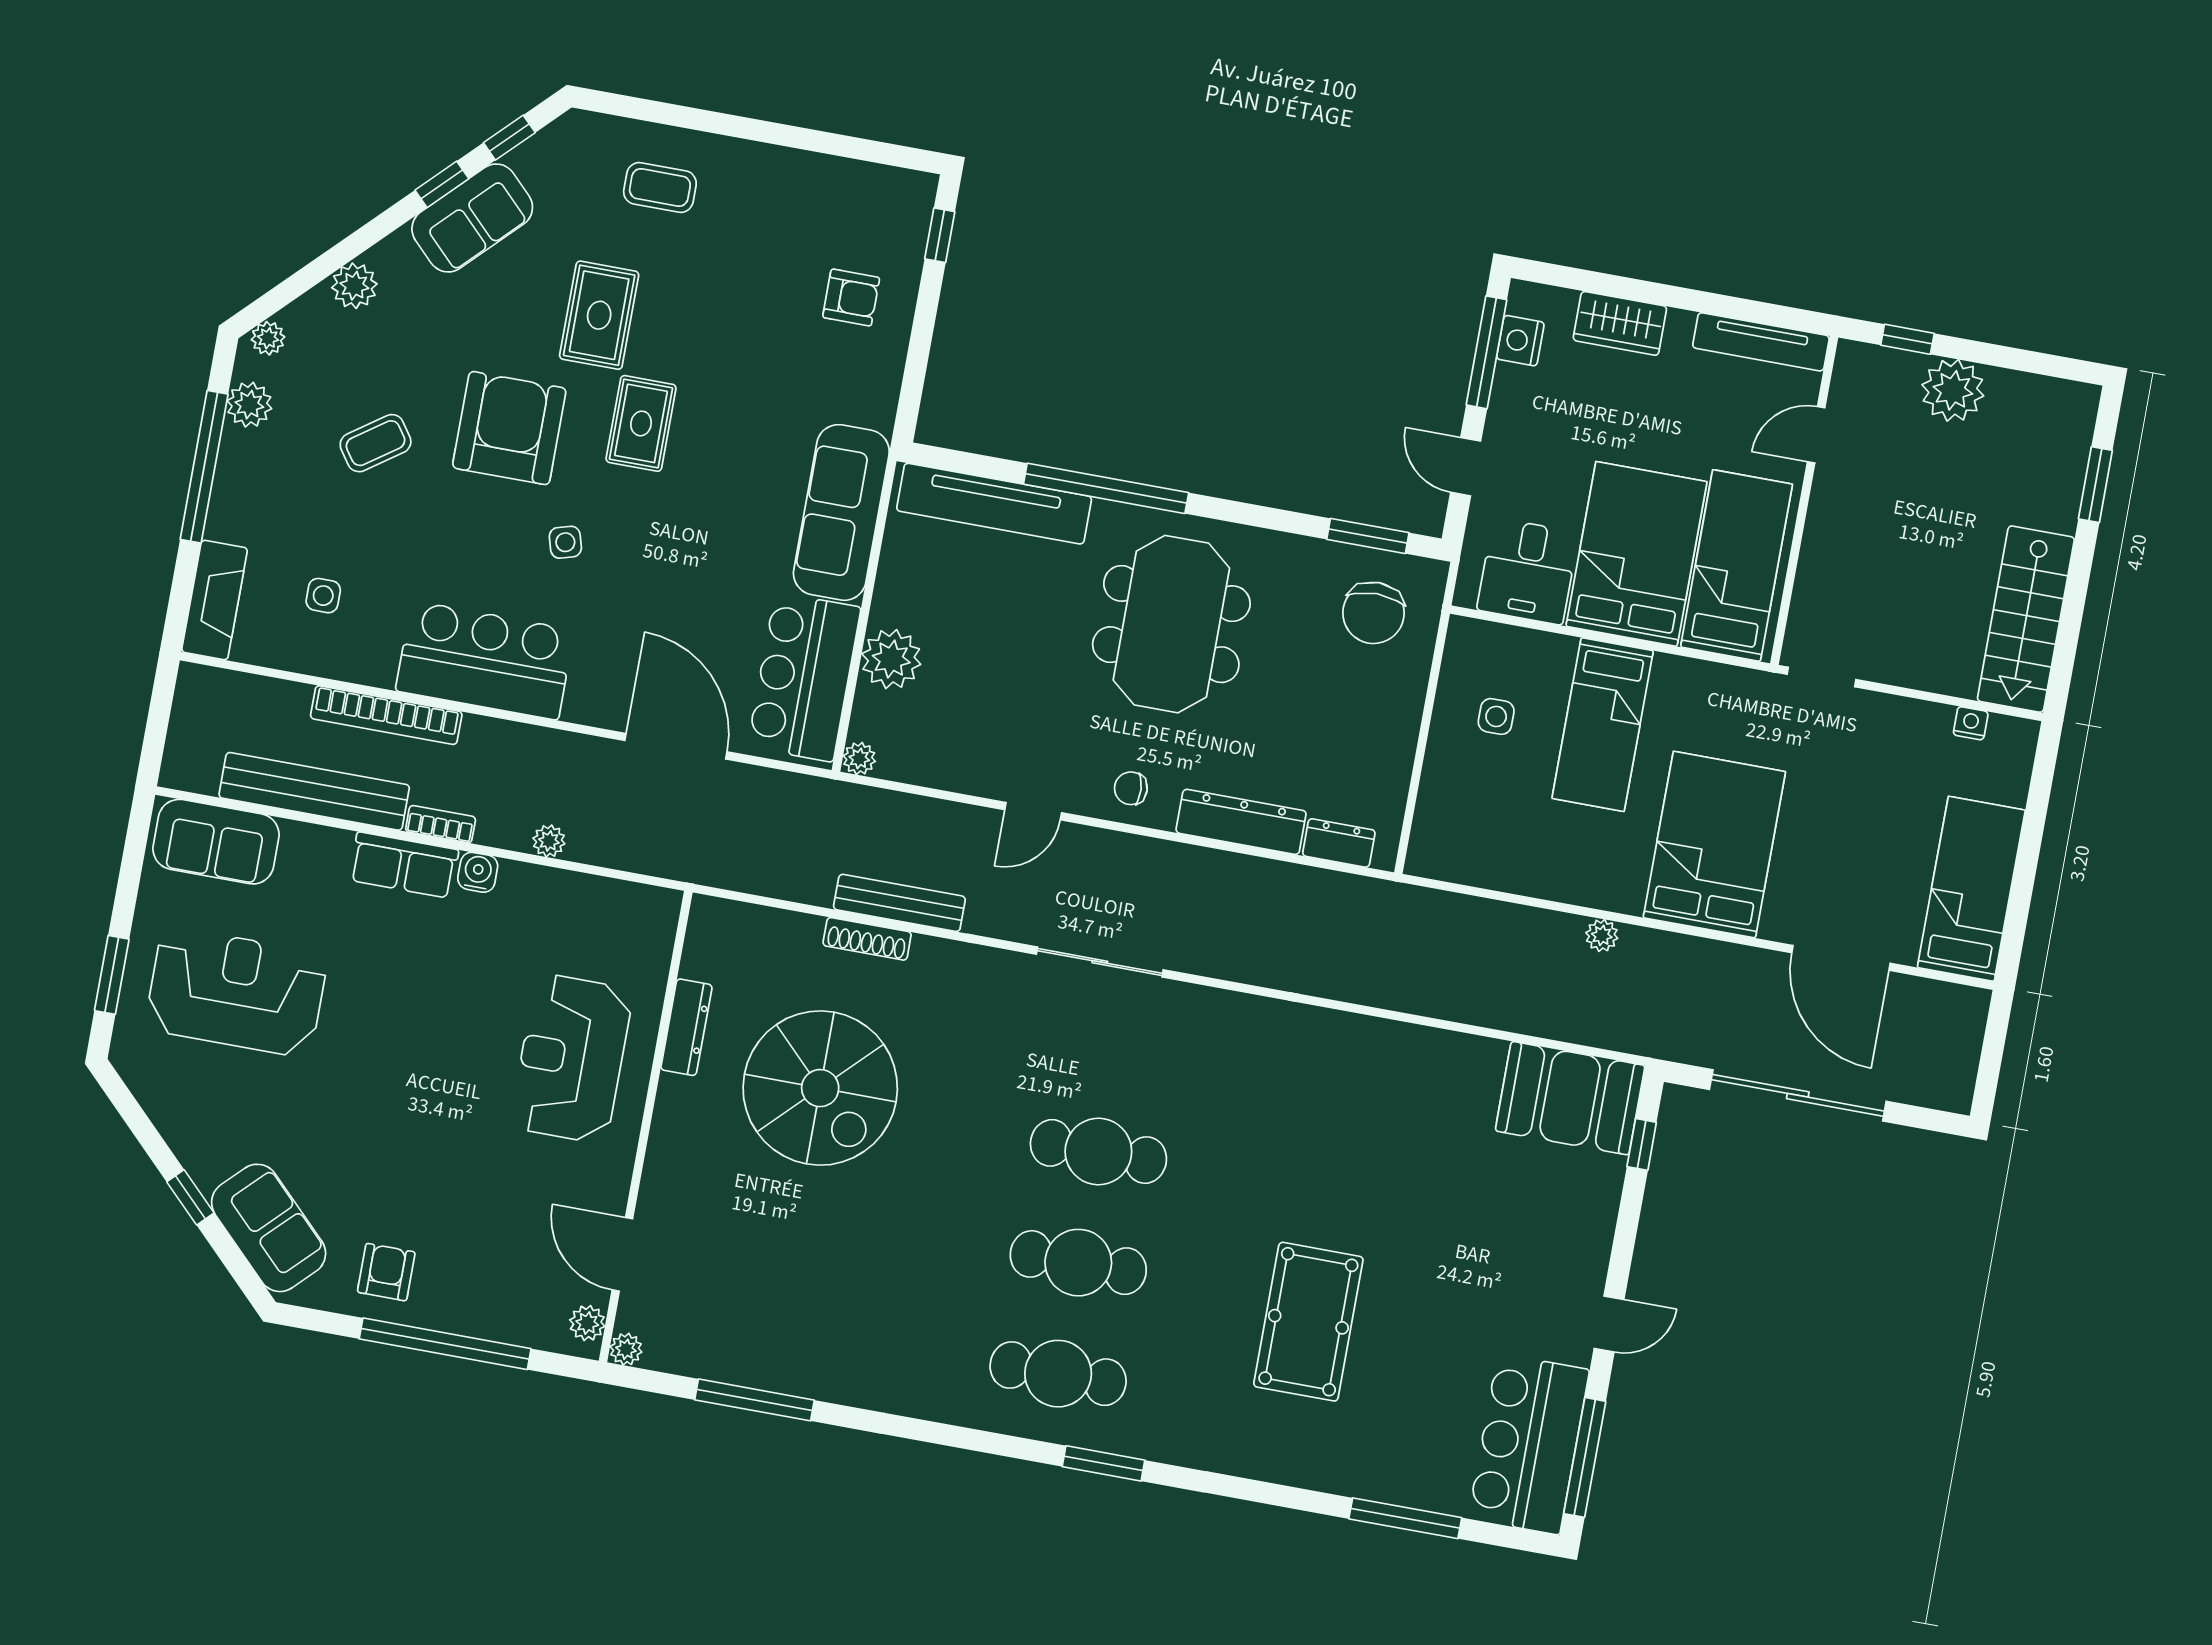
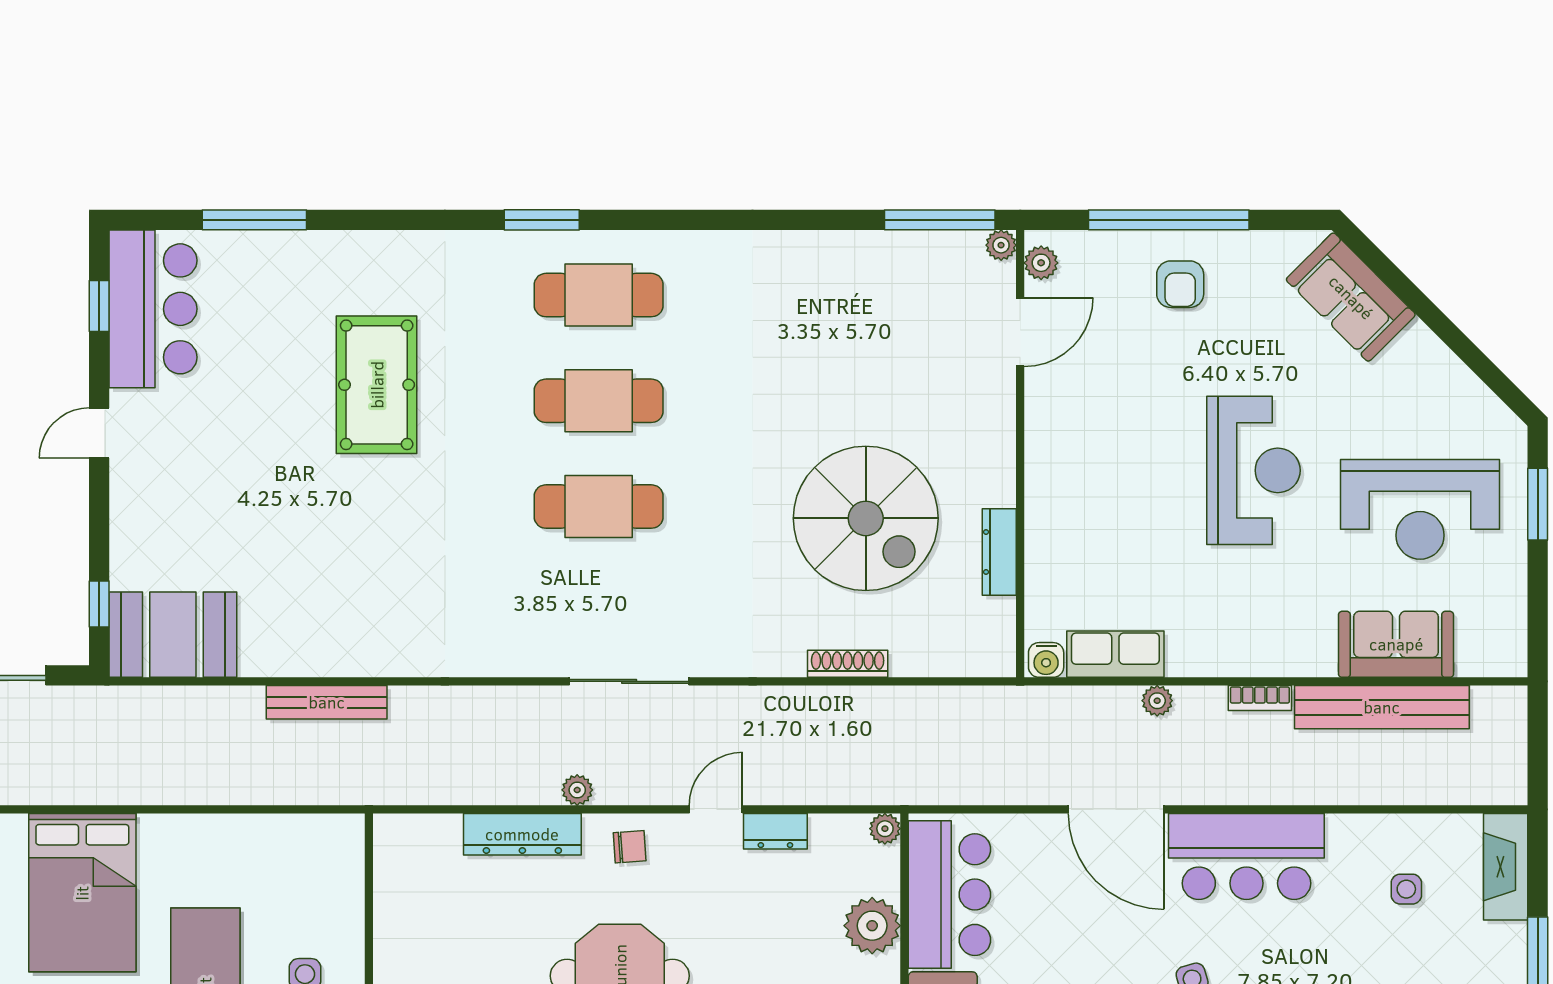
bookcase: (386, 715) -> (1328, 789), removed
door: (676, 746) -> (1116, 809), moved
sofa: (216, 842) -> (1396, 644), moved
dresser: (1339, 843) -> (775, 831), moved
row of seats: (404, 865) -> (1115, 654), moved
water cooler: (478, 872) -> (1046, 660), moved
bench: (899, 903) -> (327, 702), moved
plant: (1602, 935) -> (577, 790), moved
reception desk: (571, 1058) -> (1253, 470), moved
spiral stairs: (820, 1088) -> (866, 518), turned 180
window: (190, 1197) -> (1428, 312), removed
door: (622, 1254) -> (1020, 332), hinge flipped
armchair: (386, 1272) -> (1180, 284), moved
window: (755, 1400) -> (940, 220), moved
window: (1585, 1457) -> (99, 306), width x0.46

